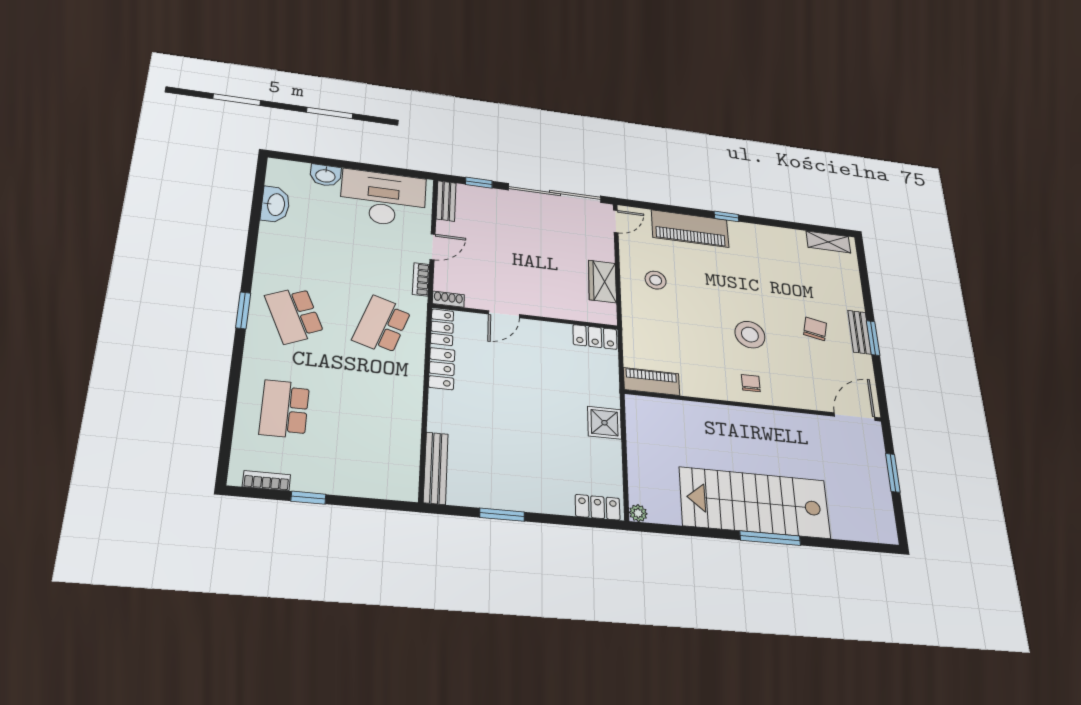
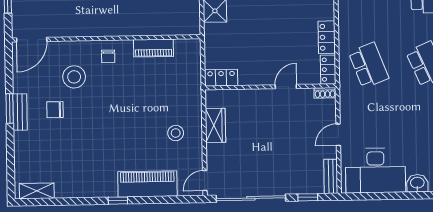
bookcase: (421, 279) -> (345, 106), removed
school desk: (382, 325) -> (369, 65), turned -39
chair: (815, 329) -> (55, 110), turned 78
stool: (750, 335) -> (74, 77), moved
piano: (652, 382) -> (154, 48), moved

